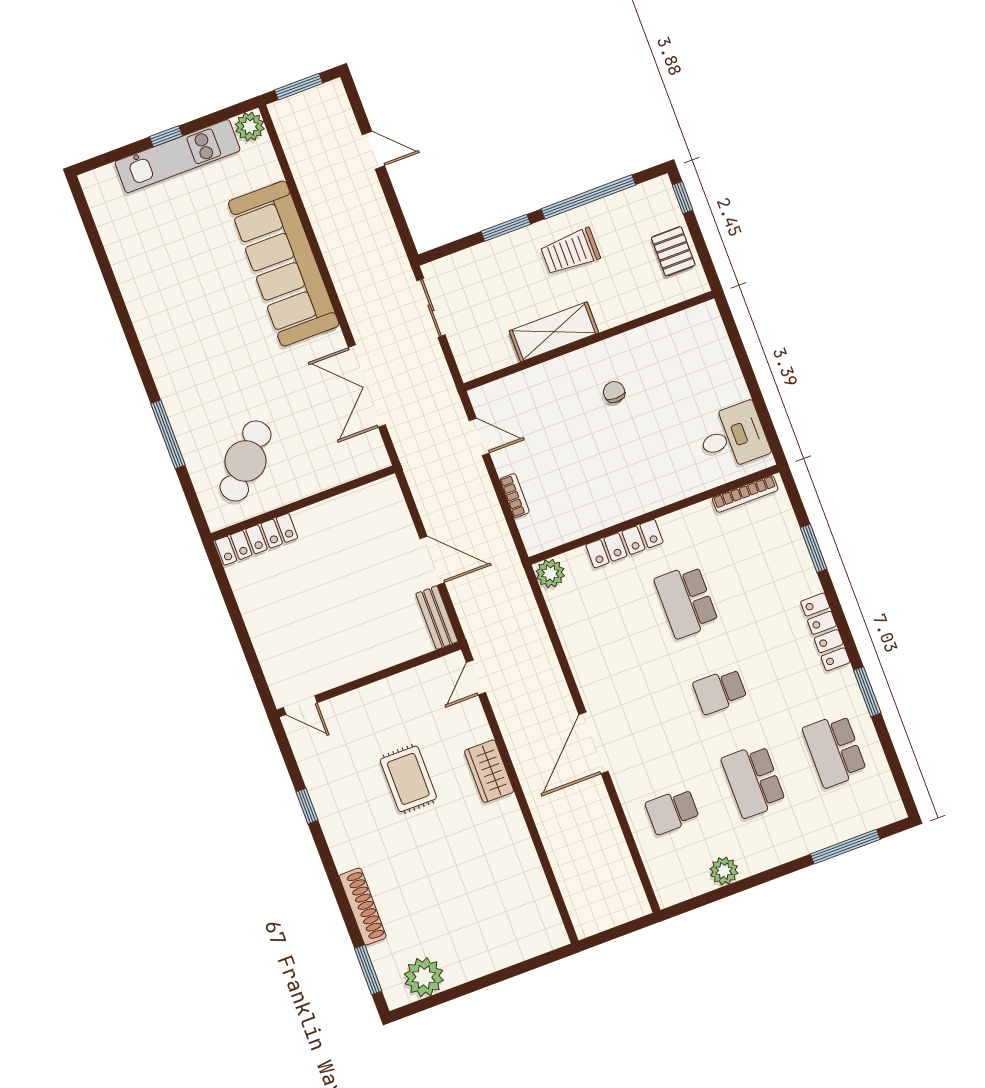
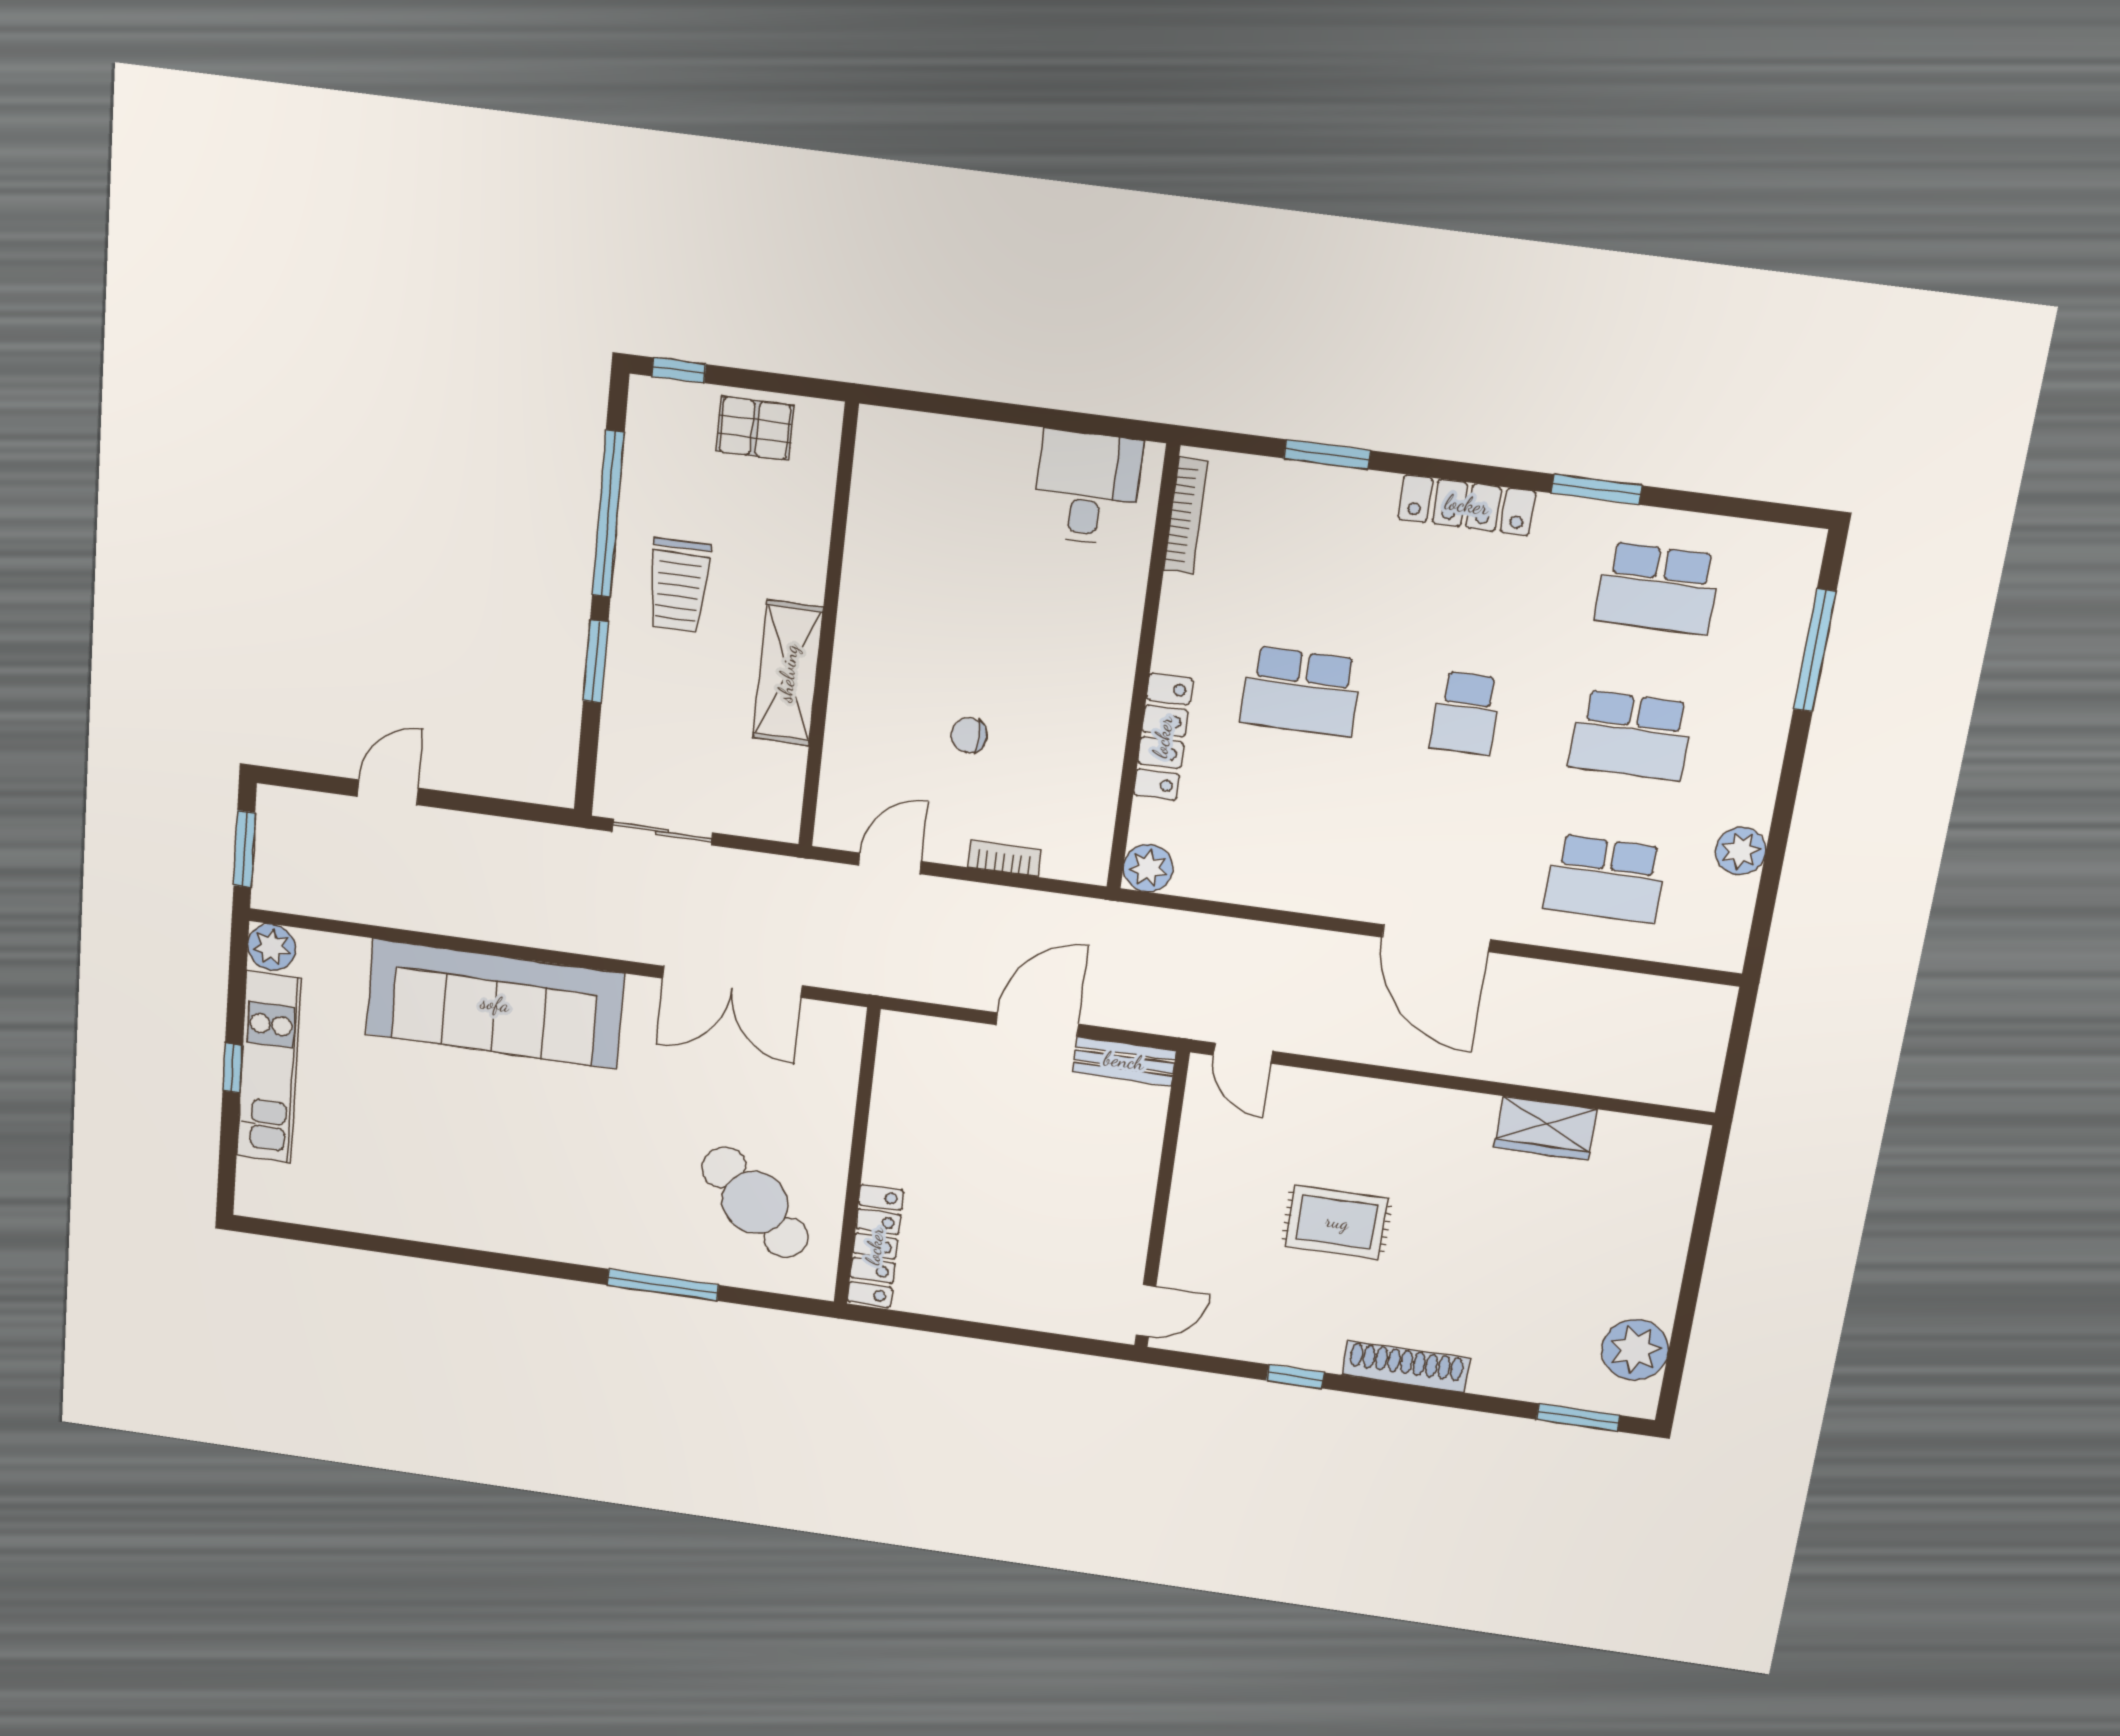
chair: (614, 392) -> (969, 735), moved
wardrobe: (489, 771) -> (1546, 1128), moved
school desk: (672, 811) -> (1605, 879), width x1.85
shoe rack: (363, 906) -> (1406, 1367), moved

